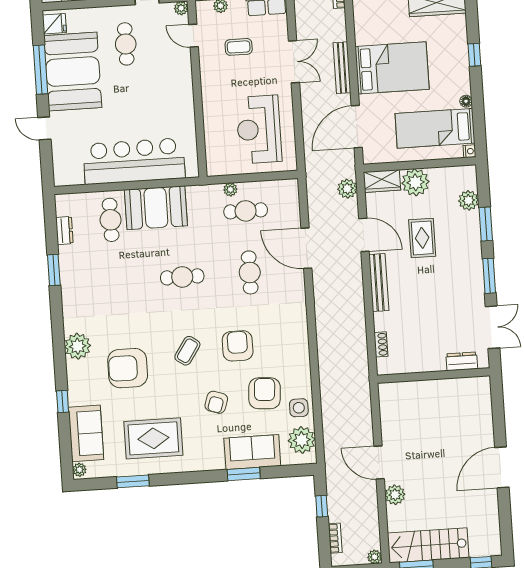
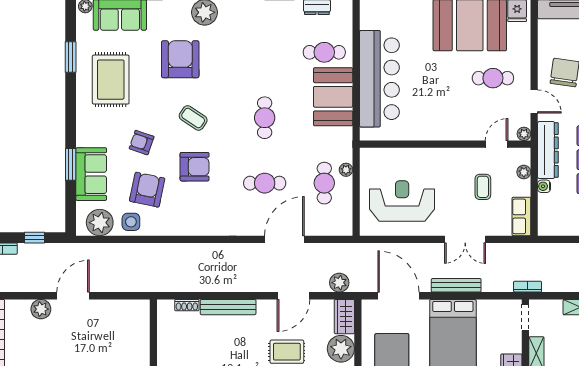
bench: (379, 283) -> (228, 307), moved
armchair: (265, 393) -> (147, 190), turned -82

